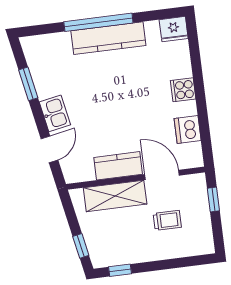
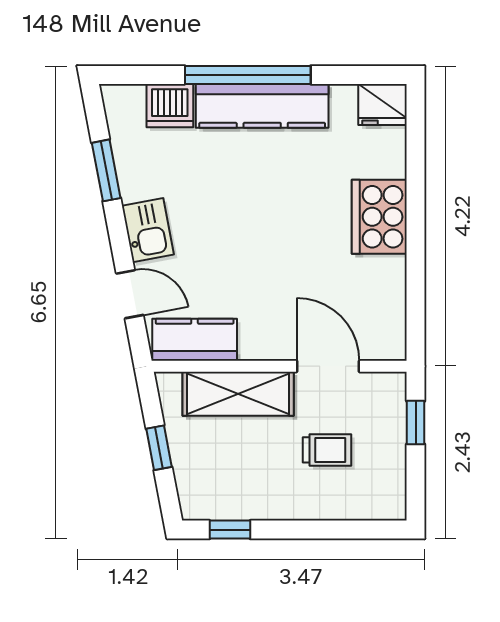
cooker: (183, 90) -> (379, 217), width x1.87, depth x1.31
dishwasher: (188, 130) -> (170, 106), moved, turned -90
door: (49, 149) -> (130, 294), hinge flipped
kitchen counter: (118, 166) -> (195, 340), moved
window: (81, 246) -> (159, 448), moved

